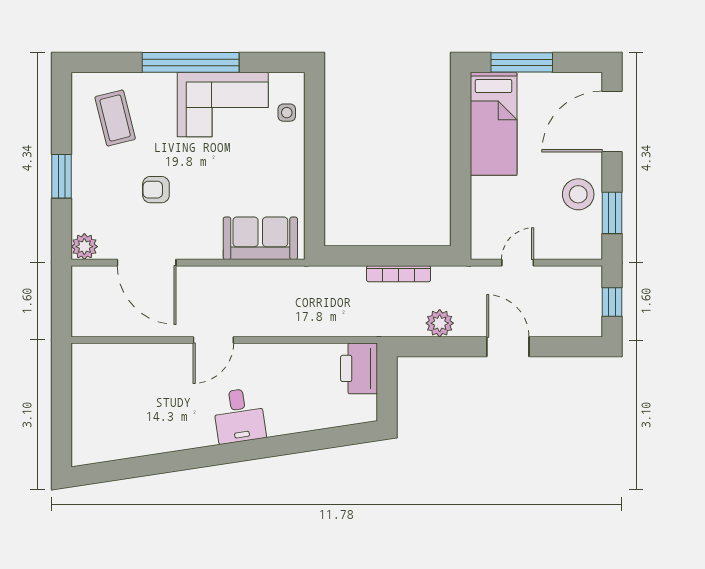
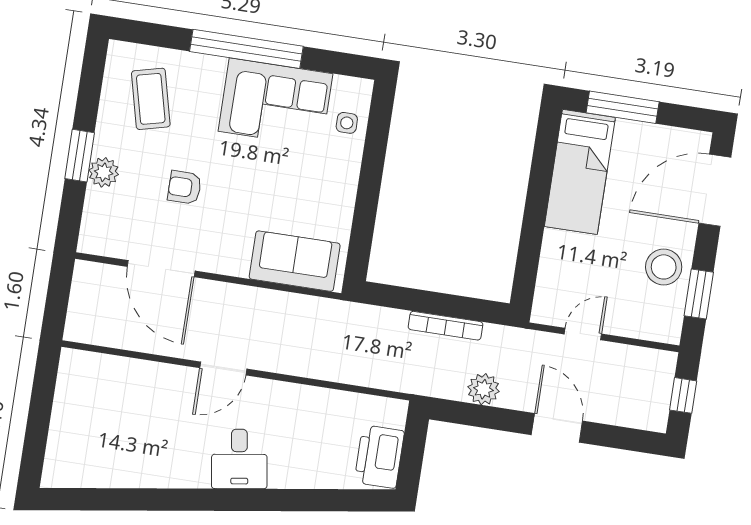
plant: (84, 247) -> (104, 172), moved
printer: (359, 368) -> (379, 457), moved

